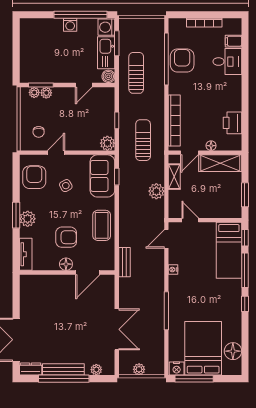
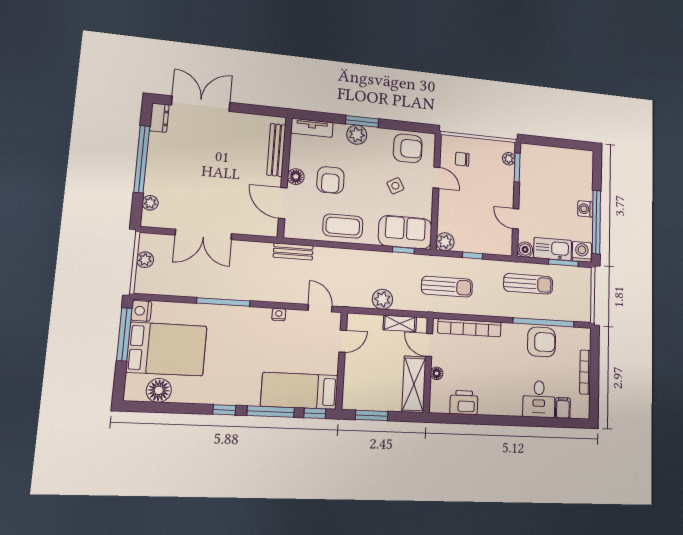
plant: (46, 93) -> (508, 173), removed
bench: (63, 369) -> (276, 150), moved

